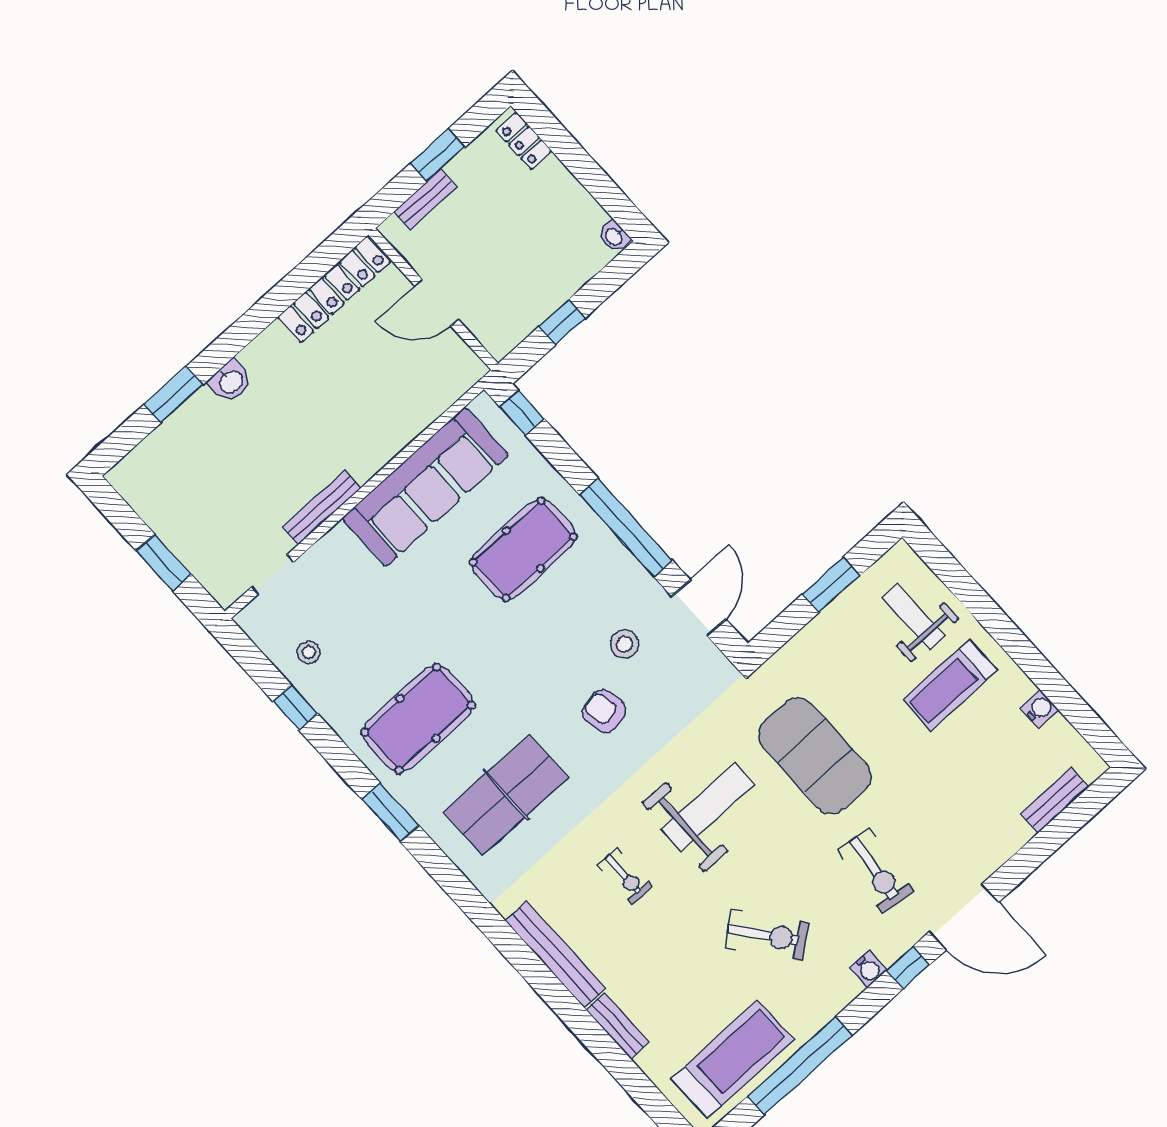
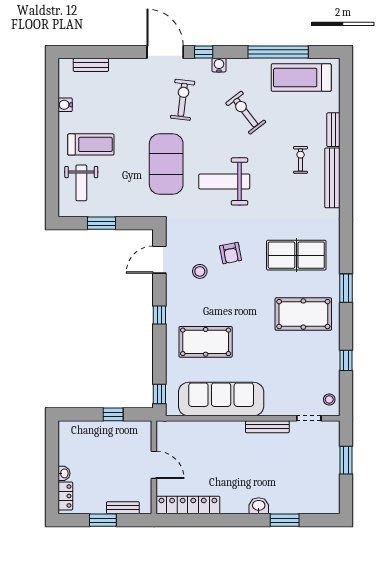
washbasin: (614, 236) -> (64, 473), moved
window: (626, 528) -> (159, 315), width x0.32
stool: (309, 652) -> (329, 399), moved
exercise bike: (625, 876) -> (301, 160), moved

